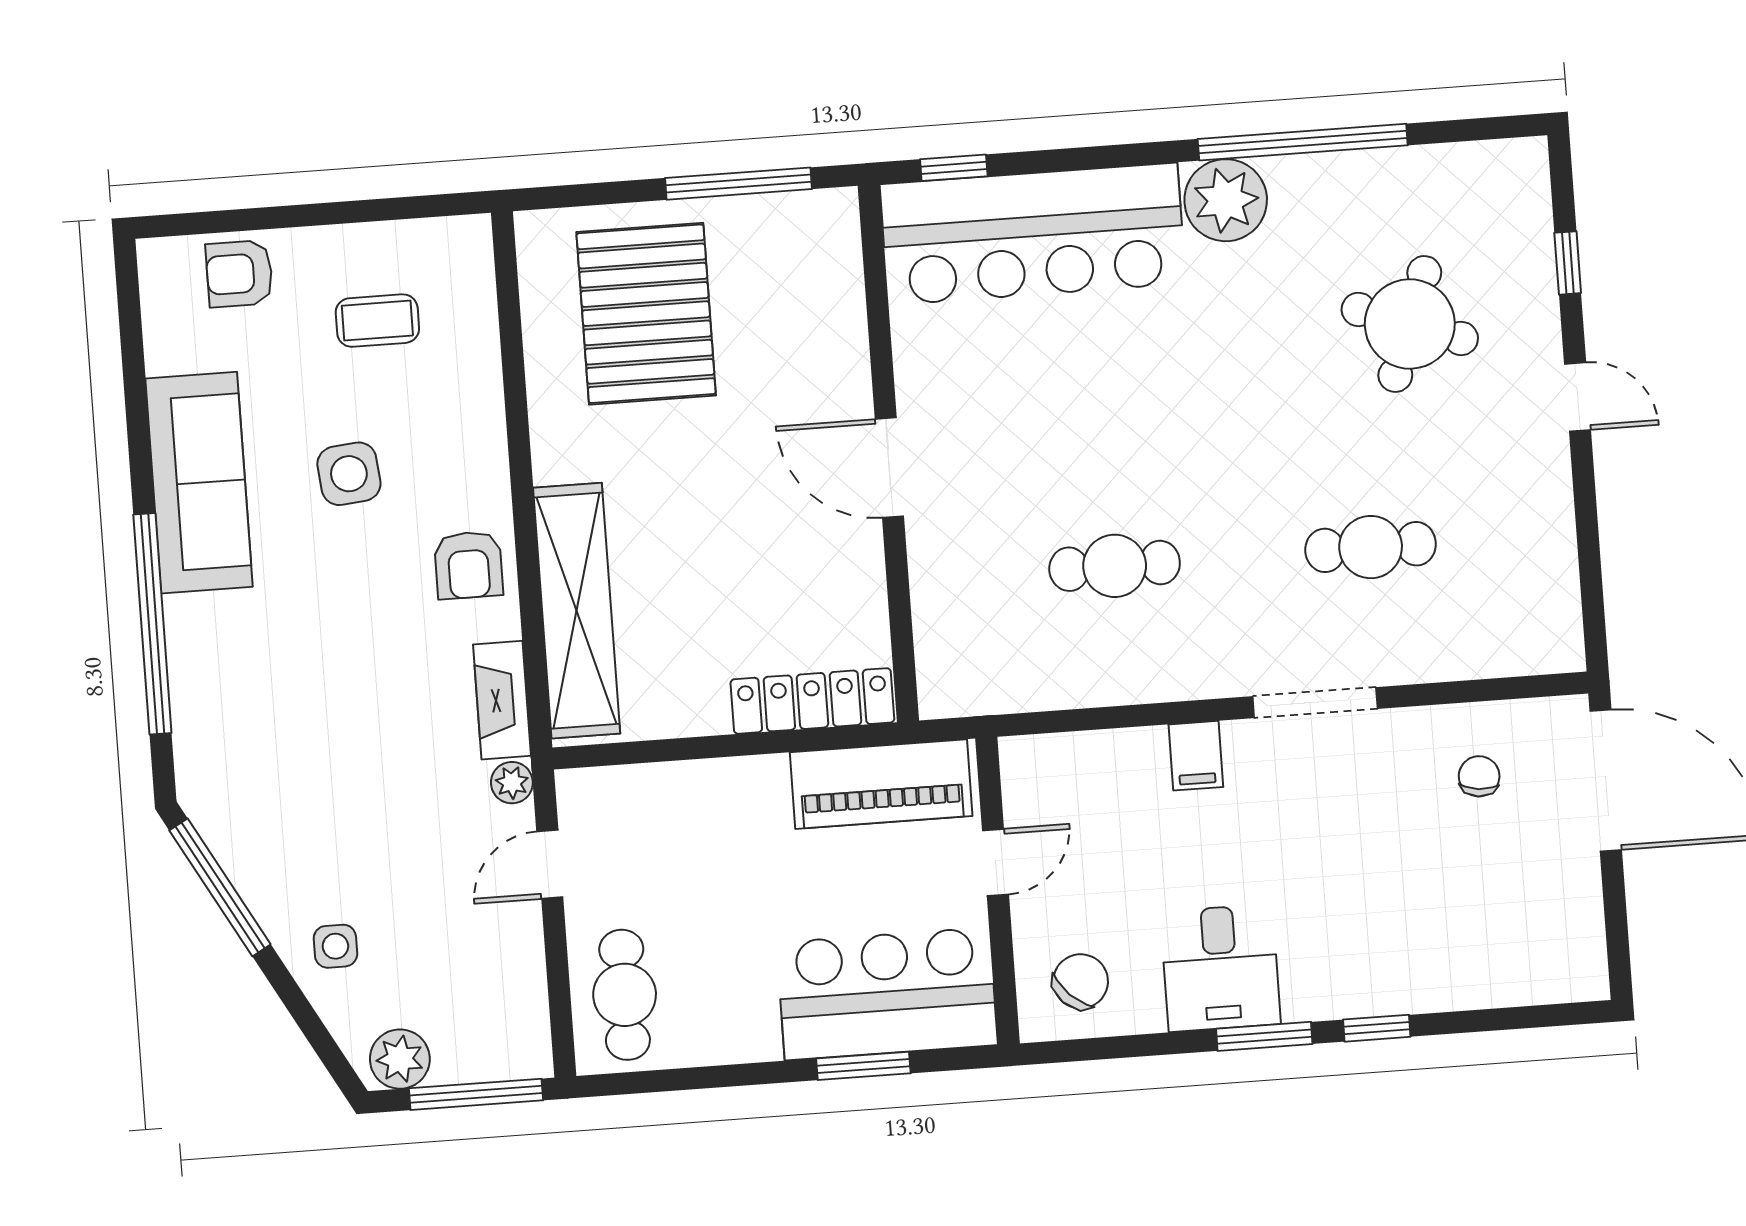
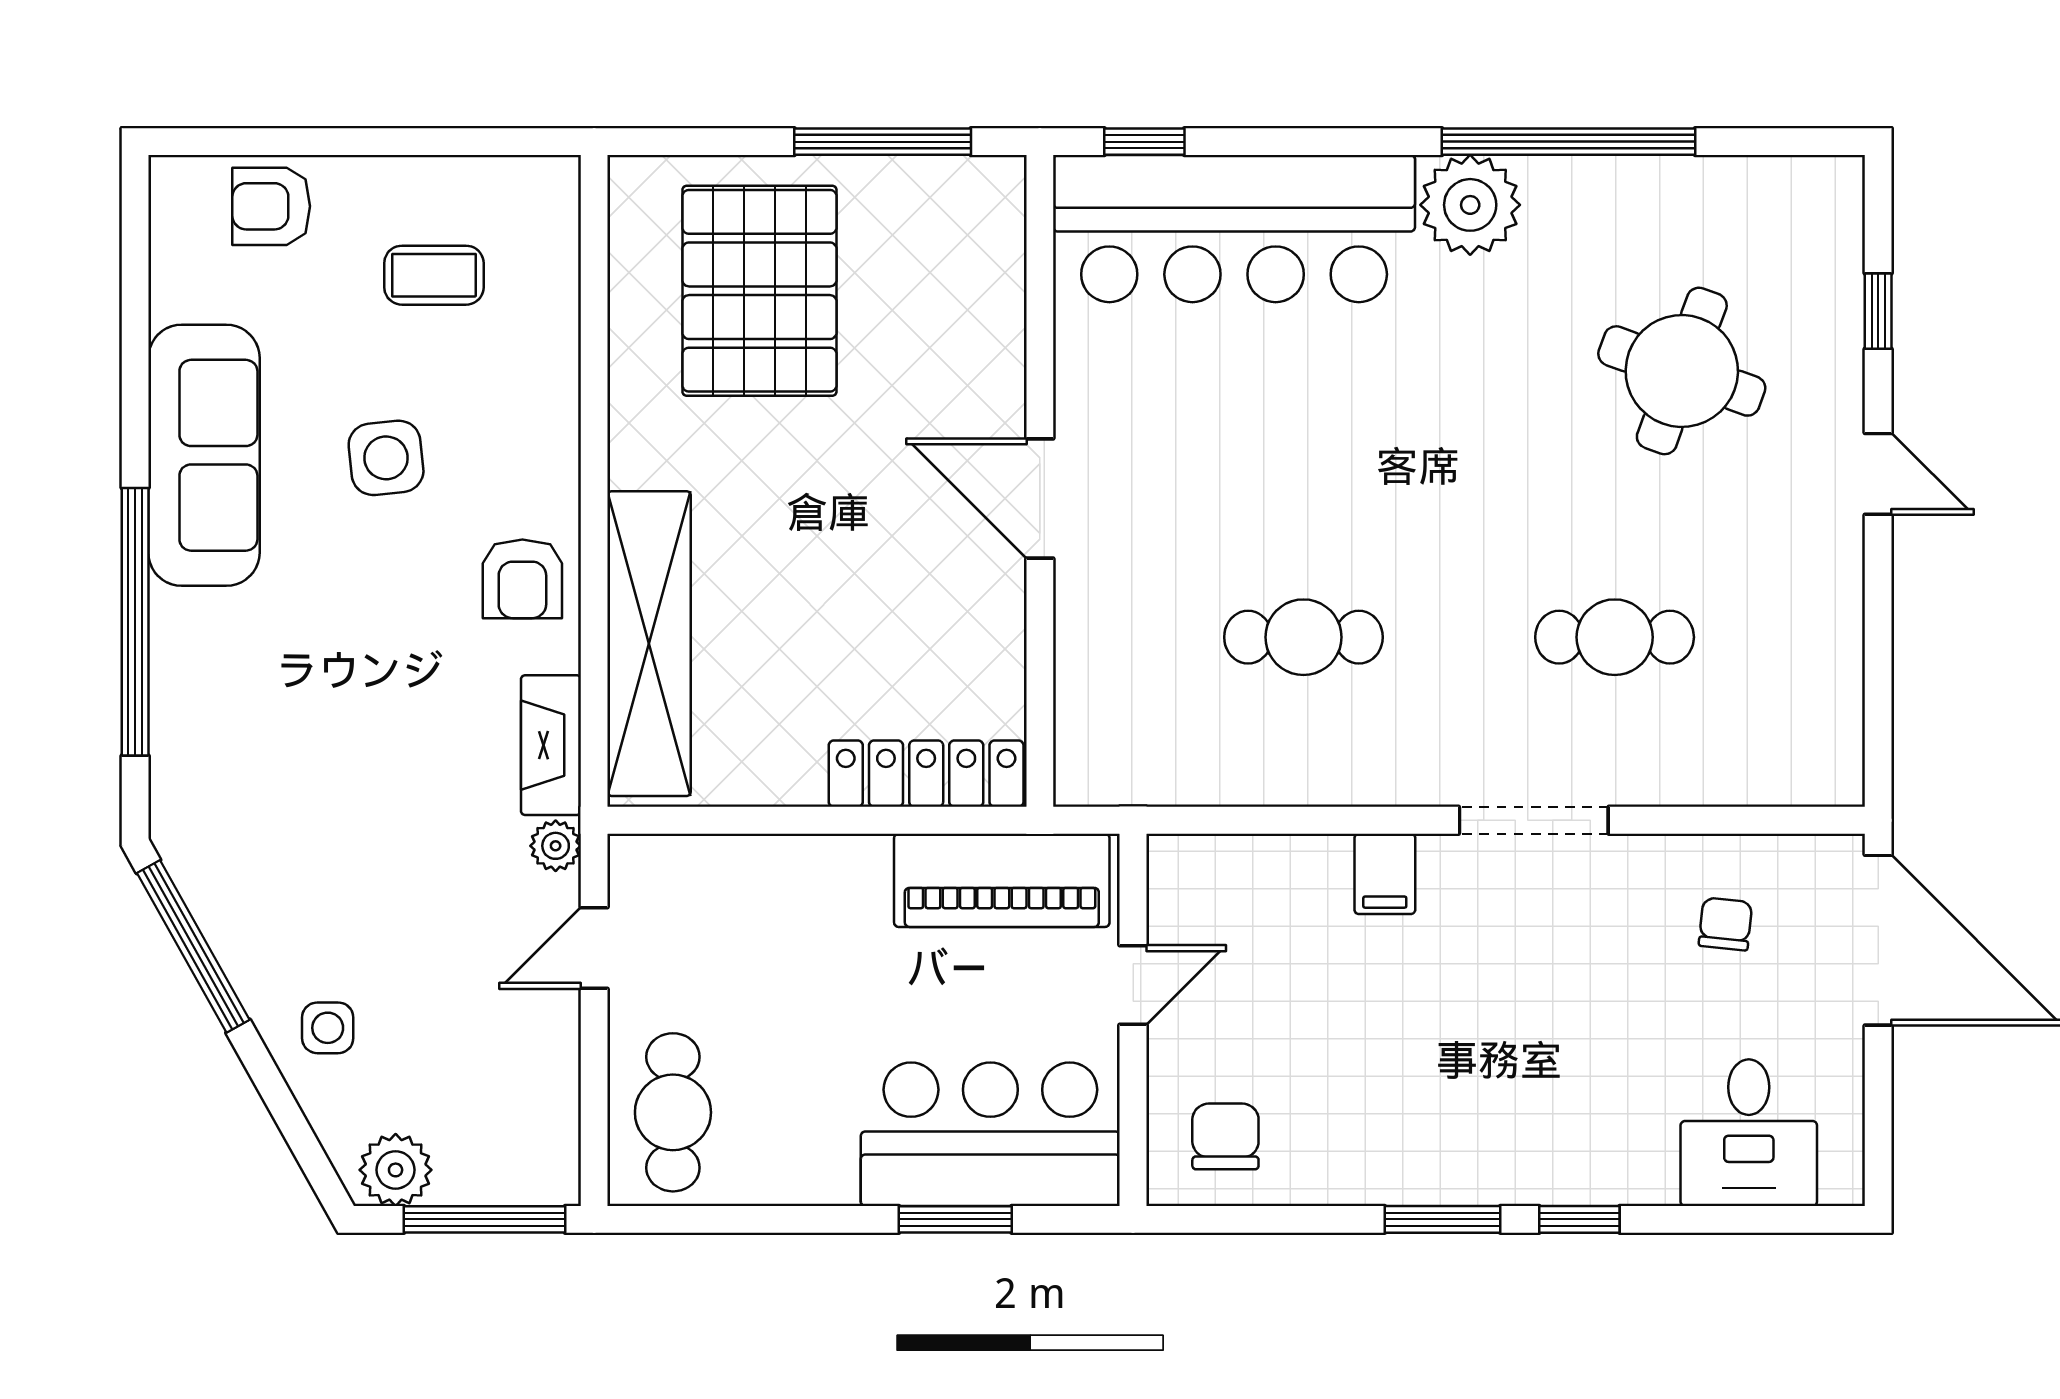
desk: (1220, 968) -> (1749, 1133), moved
chair: (1081, 981) -> (1225, 1136), turned -44

